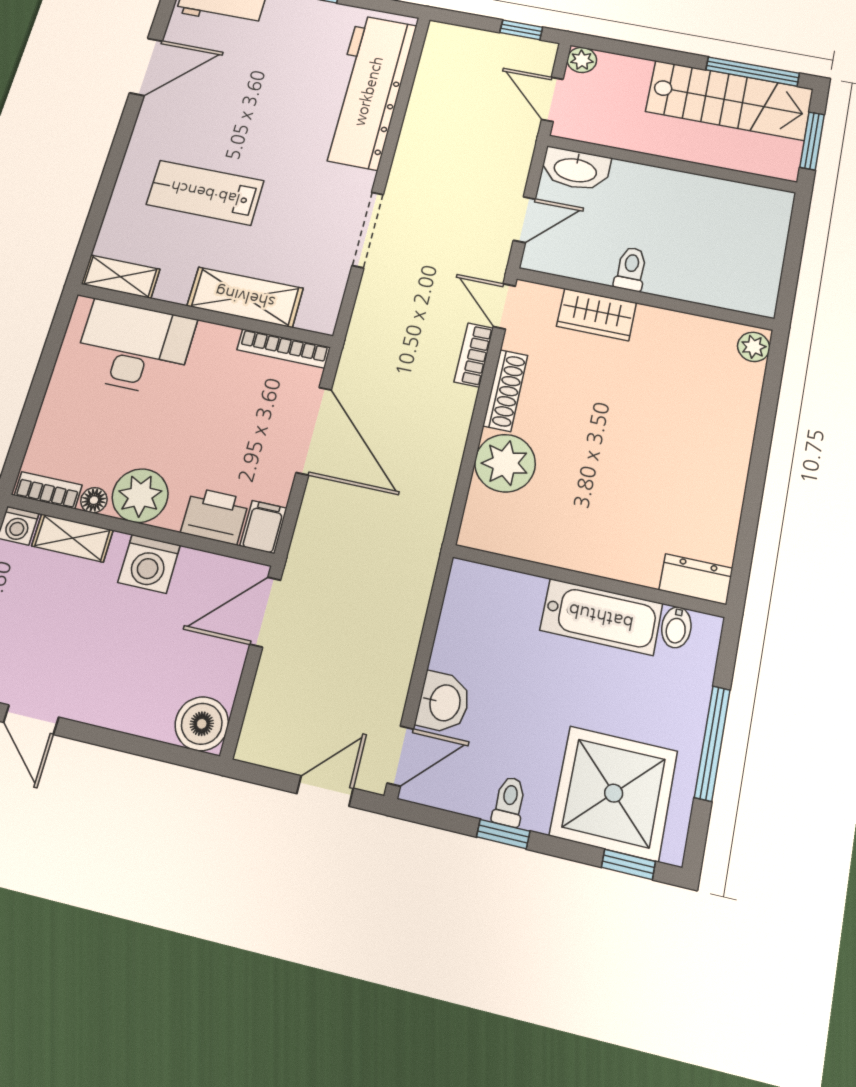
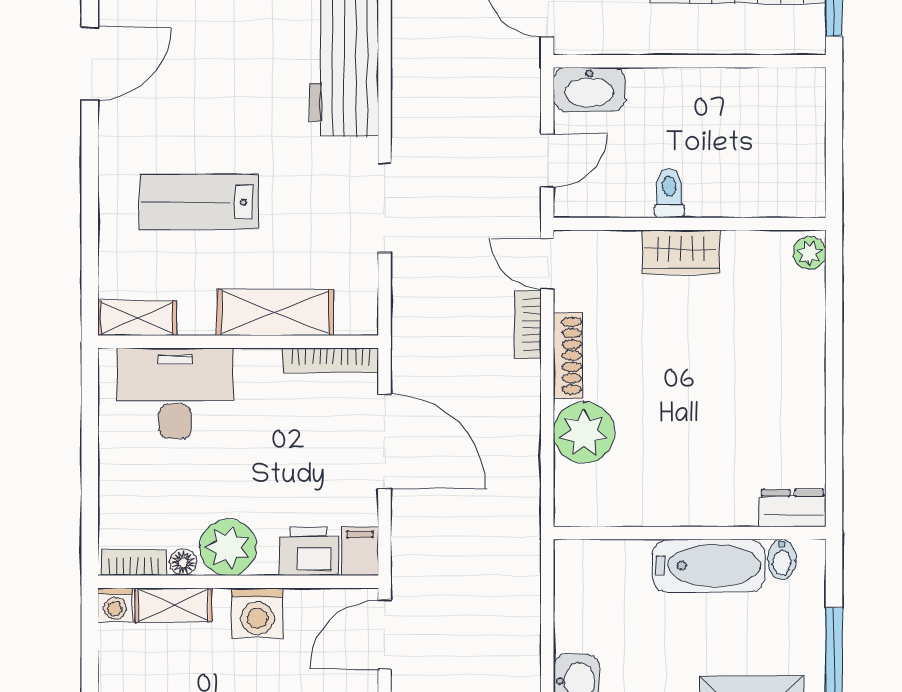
wardrobe: (596, 314) -> (681, 252), moved

